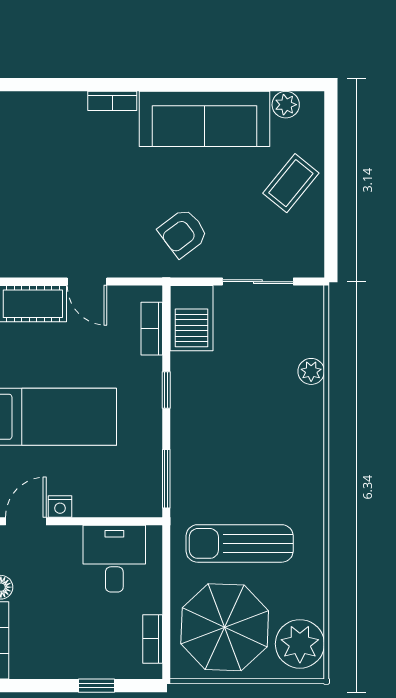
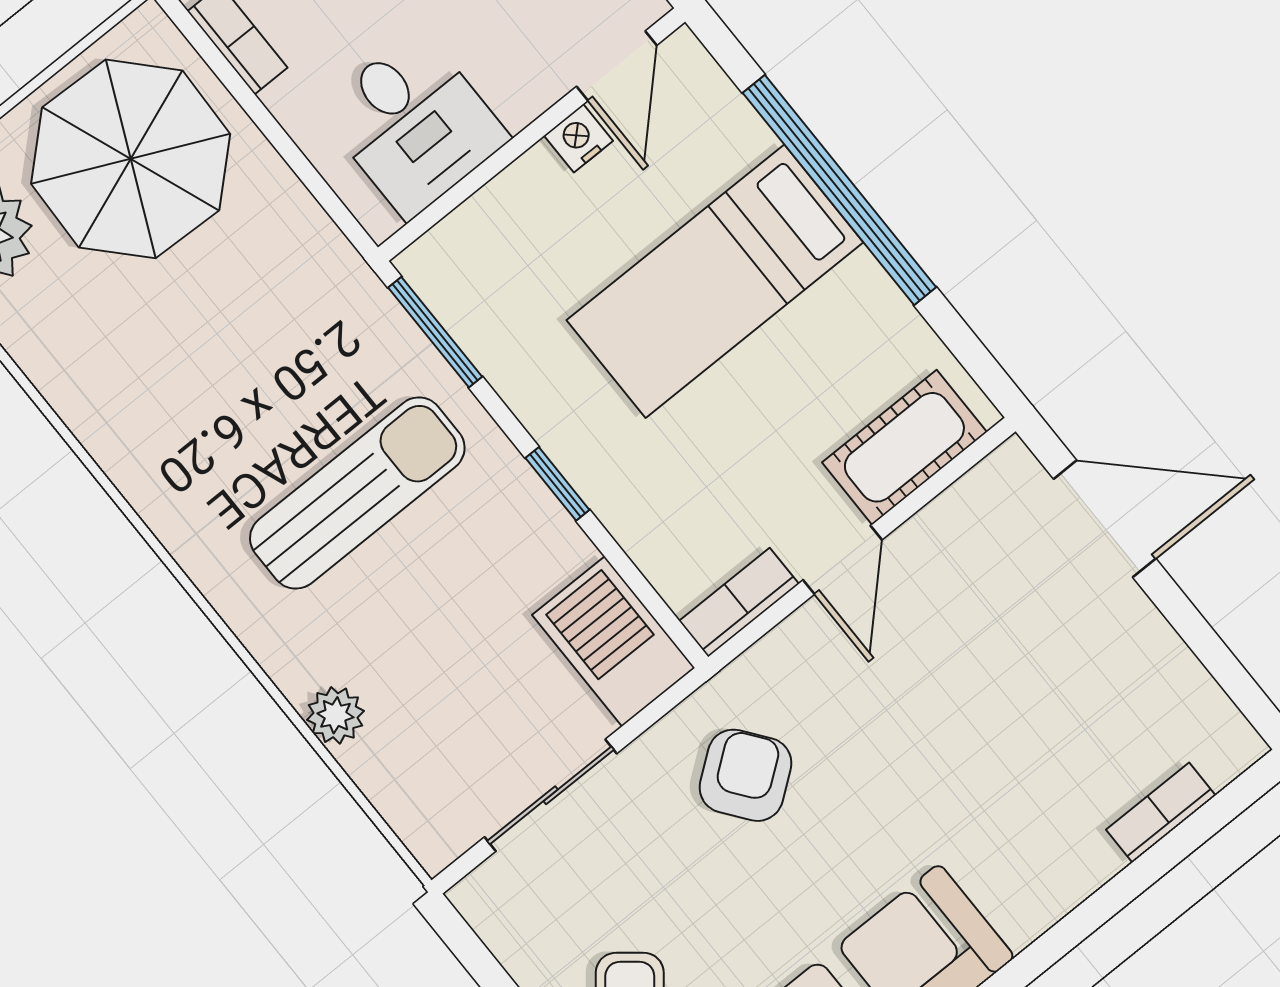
bookcase: (112, 101) -> (1161, 813), moved
door: (87, 282) -> (842, 560), swing flipped
bookcase: (152, 329) -> (739, 602), moved, turned -90
sun lounger: (240, 543) -> (357, 493), moved

